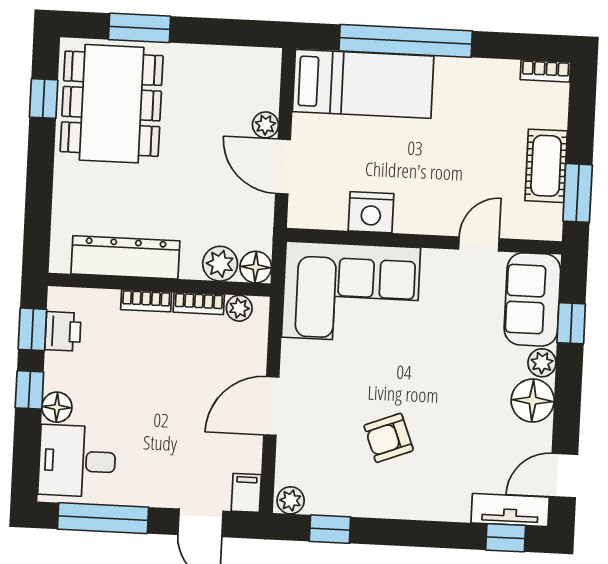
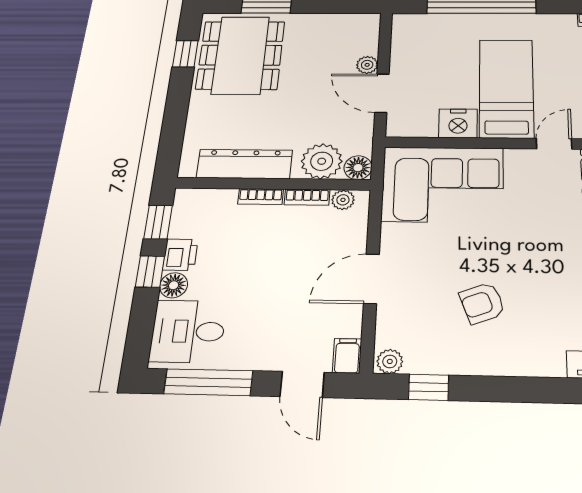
bed: (363, 84) -> (506, 88), moved, turned -90
plant: (220, 264) -> (322, 161), width x1.36, depth x1.36
printer: (63, 331) -> (180, 255), moved

